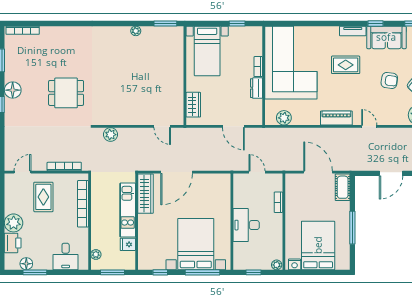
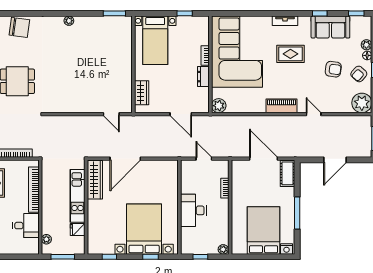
plant: (136, 31) -> (69, 21), moved
tv unit: (353, 31) -> (285, 21), moved
chair: (68, 38) -> (19, 27), added
plant: (284, 118) -> (219, 106), moved
plant: (111, 135) -> (61, 122), removed
desk: (66, 257) -> (26, 226), moved, turned -90
nightstand: (295, 264) -> (286, 249), moved
window: (202, 272) -> (151, 257), width x0.46

